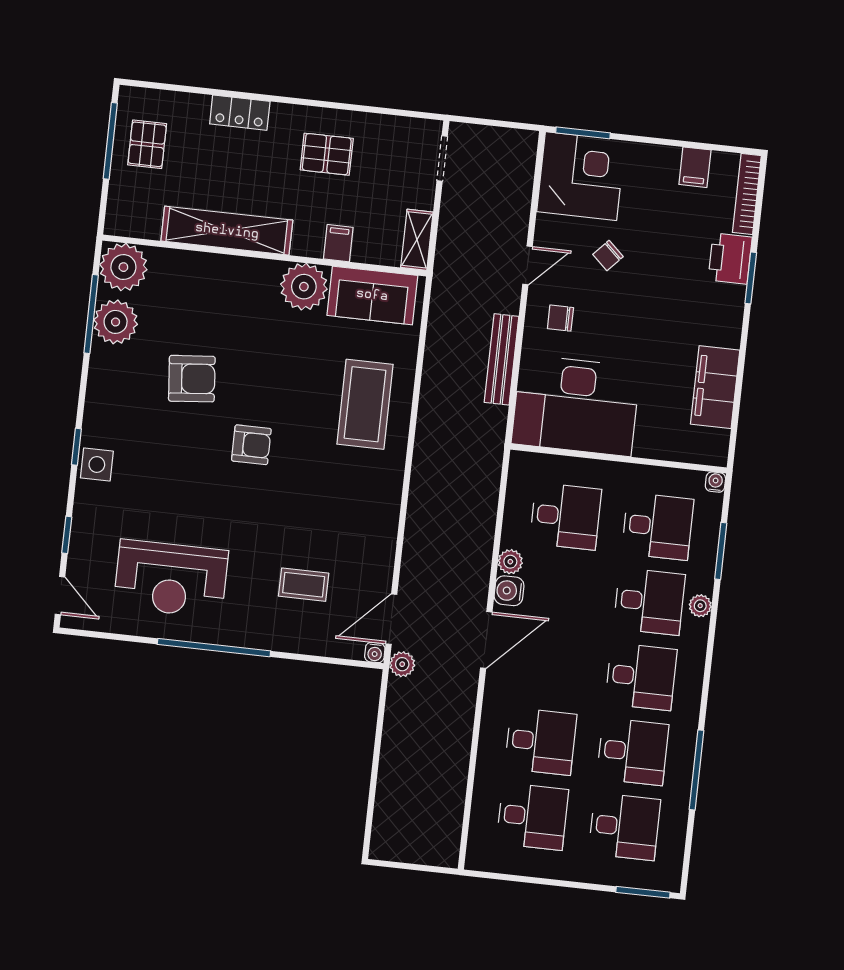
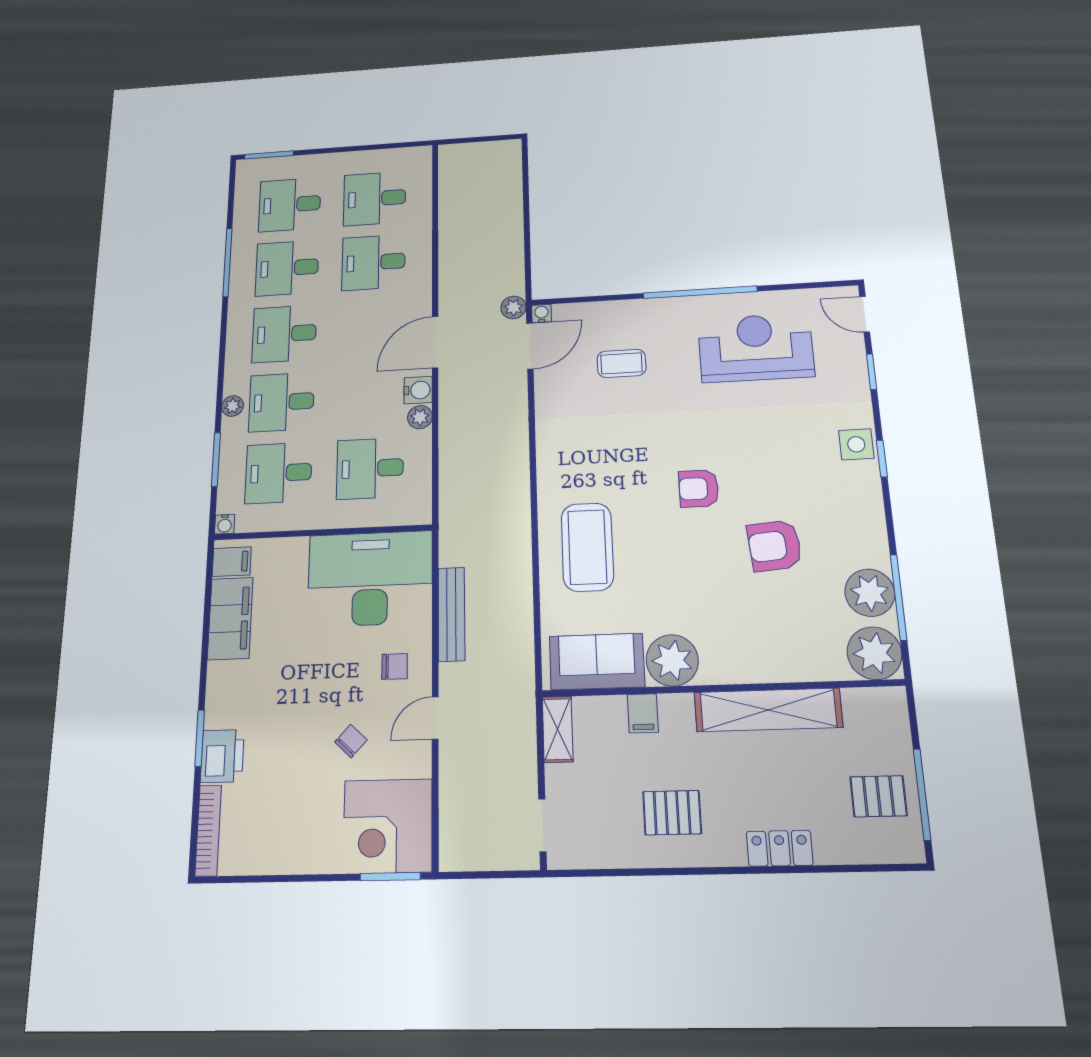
pallet: (147, 144) -> (879, 796), turned 90
filing cabinet: (695, 167) -> (232, 562), moved, turned 90

